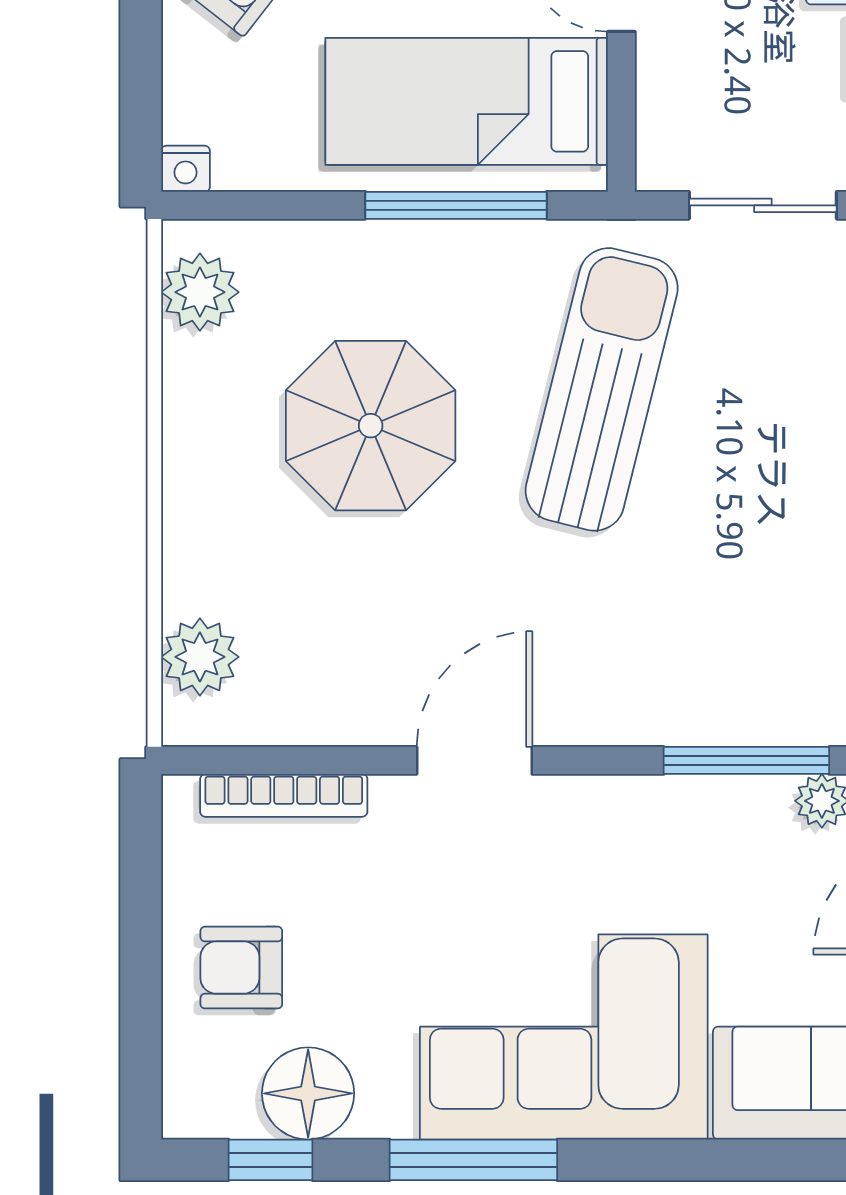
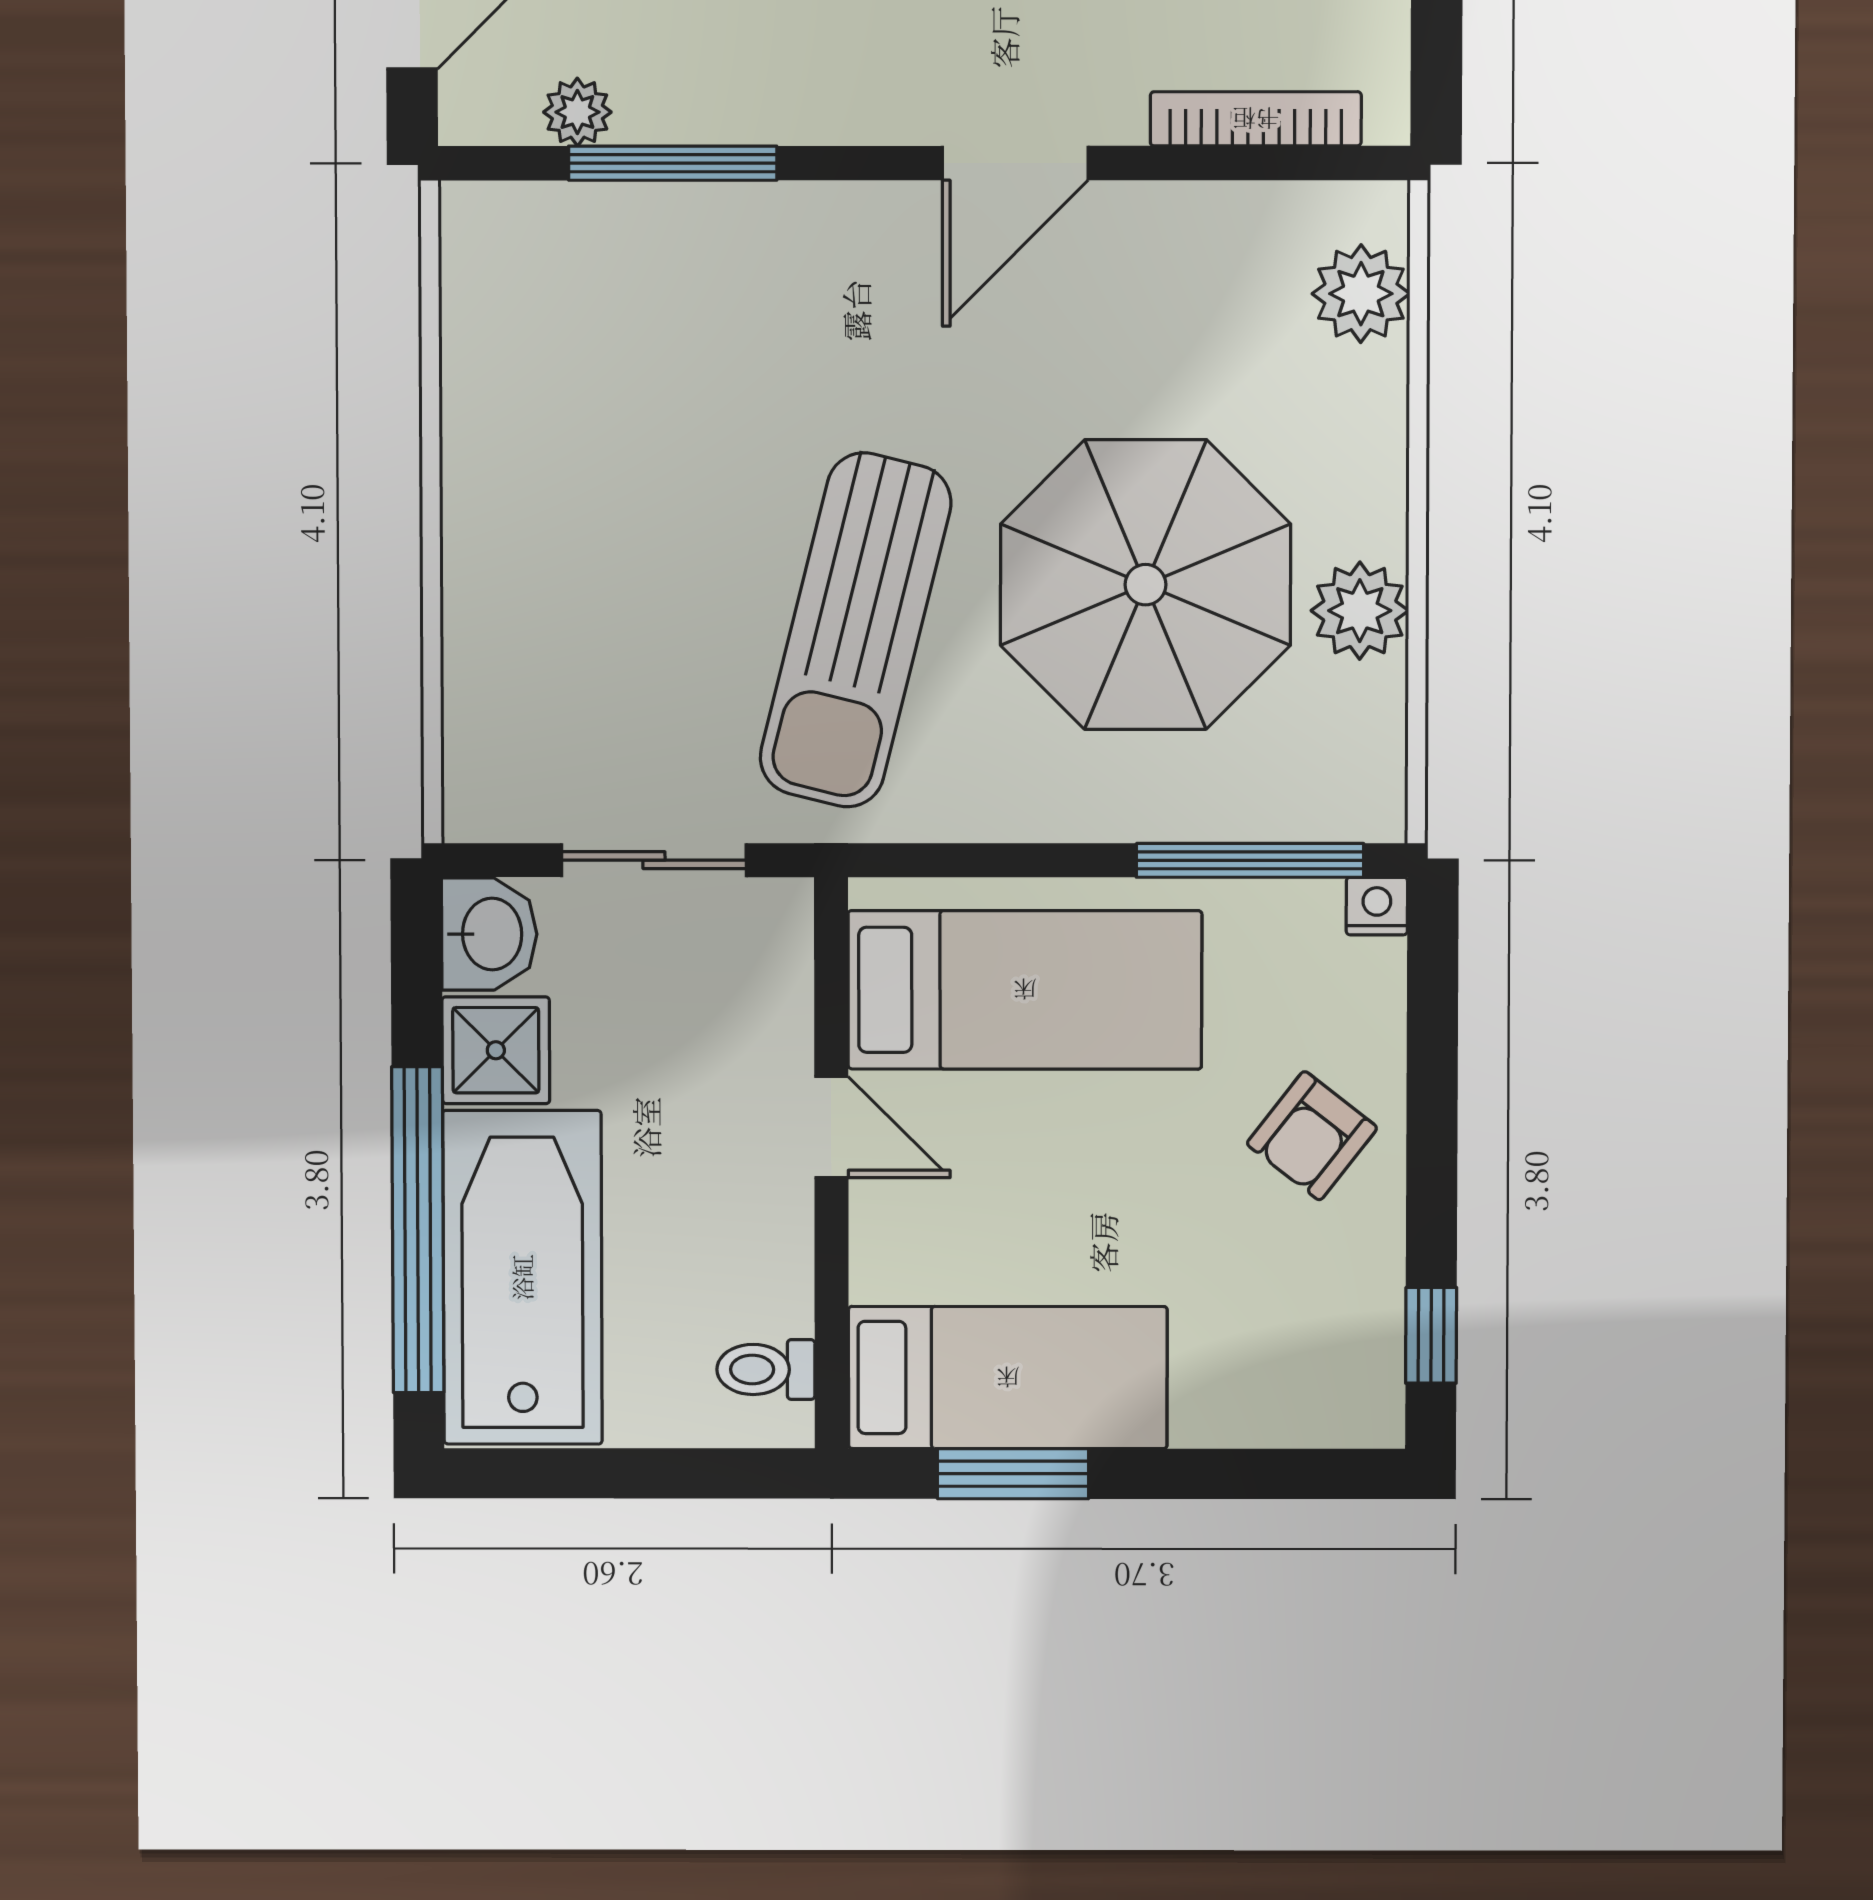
window: (456, 205) -> (1250, 860), moved
plant: (200, 292) -> (1360, 611), moved
parasol: (371, 426) -> (1146, 585), width x1.36, depth x1.36

